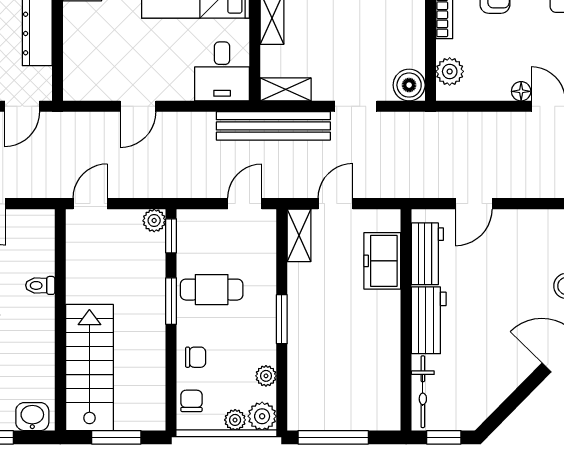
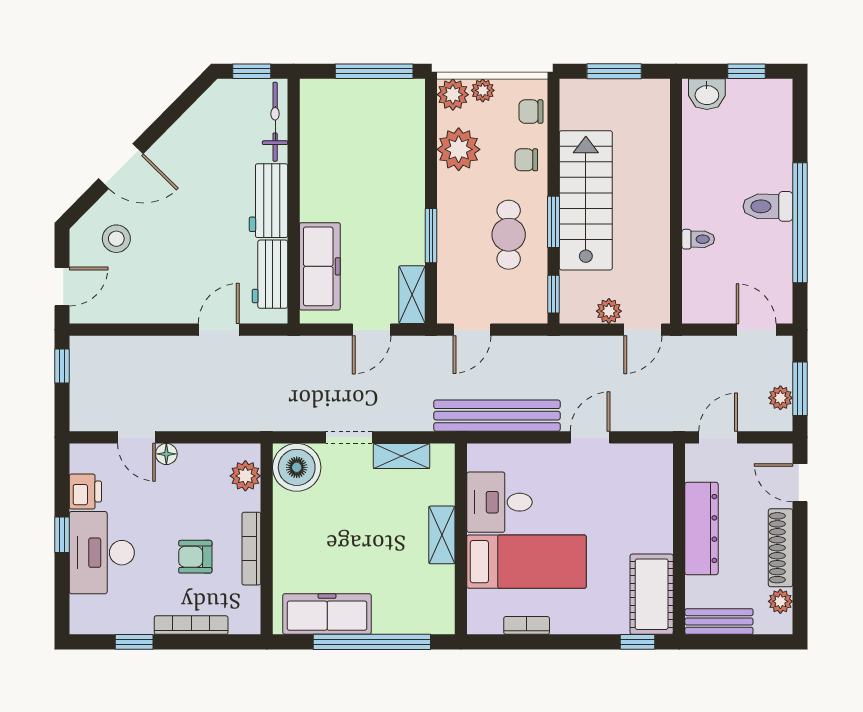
desk: (222, 71) -> (499, 502), moved, turned -90
boiler: (409, 85) -> (297, 467), width x1.37, depth x1.37
shelving: (286, 89) -> (401, 456), moved
bench: (273, 126) -> (497, 416), moved
plant: (154, 221) -> (609, 311), moved
freezer: (382, 261) -> (320, 266), width x1.40
cafe table: (212, 290) -> (509, 235), turned 90
window: (282, 319) -> (431, 236), moved
stairs: (89, 367) -> (586, 200), moved, turned 180
plant: (266, 376) -> (459, 149), width x1.87, depth x1.87
chair: (191, 401) -> (531, 112), turned 90

